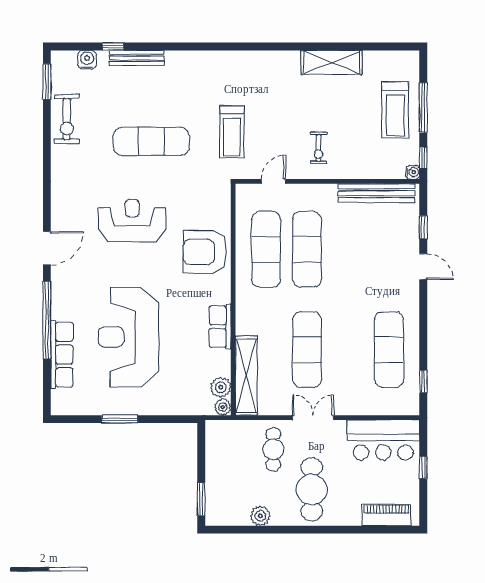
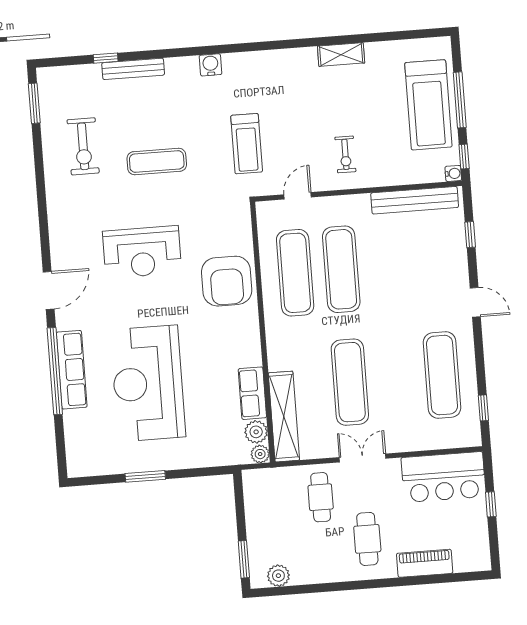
water cooler: (87, 60) -> (211, 65), moved
shelving: (332, 62) -> (341, 55), width x0.67, depth x0.75
treadmill: (395, 110) -> (428, 105), width x1.37, depth x1.38
exercise bike: (67, 119) -> (83, 146), moved
exercise mat: (151, 141) -> (157, 162), width x0.73, depth x0.69
reception desk: (132, 220) -> (142, 252), turned 180
armchair: (205, 252) -> (227, 281), turned -90
door: (423, 267) -> (475, 302), moved
row of seats: (220, 327) -> (252, 393), moved
row of seats: (62, 355) -> (72, 370), moved
cafe table: (312, 489) -> (367, 539), width x0.73, depth x0.74
piano: (386, 515) -> (425, 563), moved
plant: (260, 516) -> (278, 576), moved

